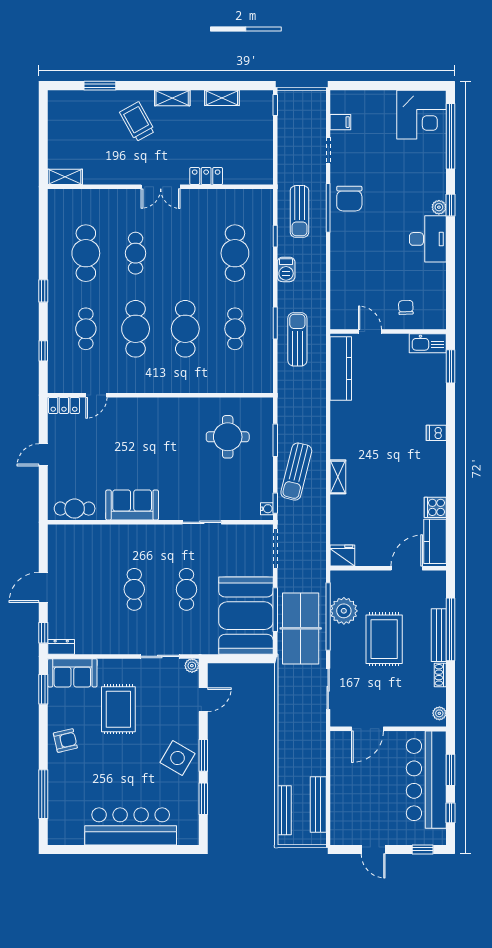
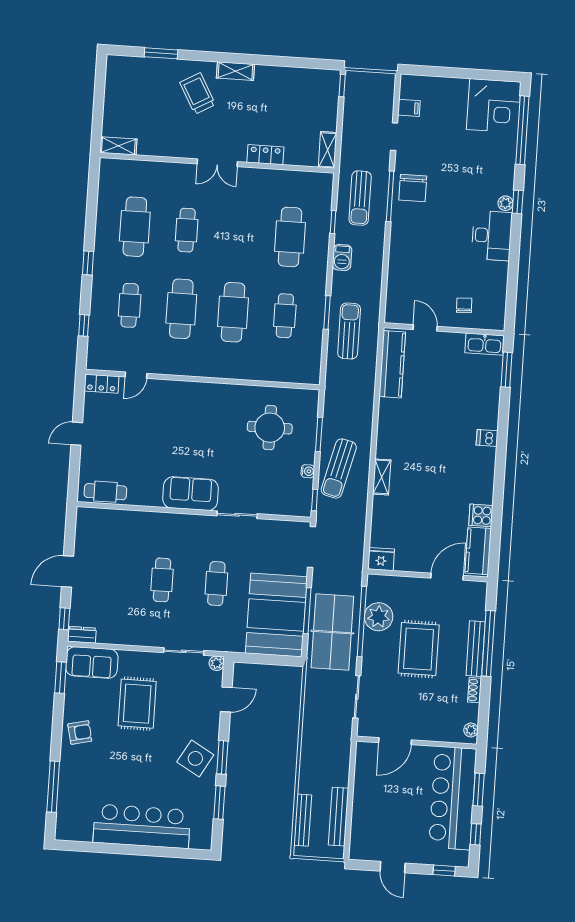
shelving: (222, 98) -> (328, 150), moved, turned 90
sofa: (132, 505) -> (191, 494), moved
water cooler: (267, 509) -> (308, 471), moved

